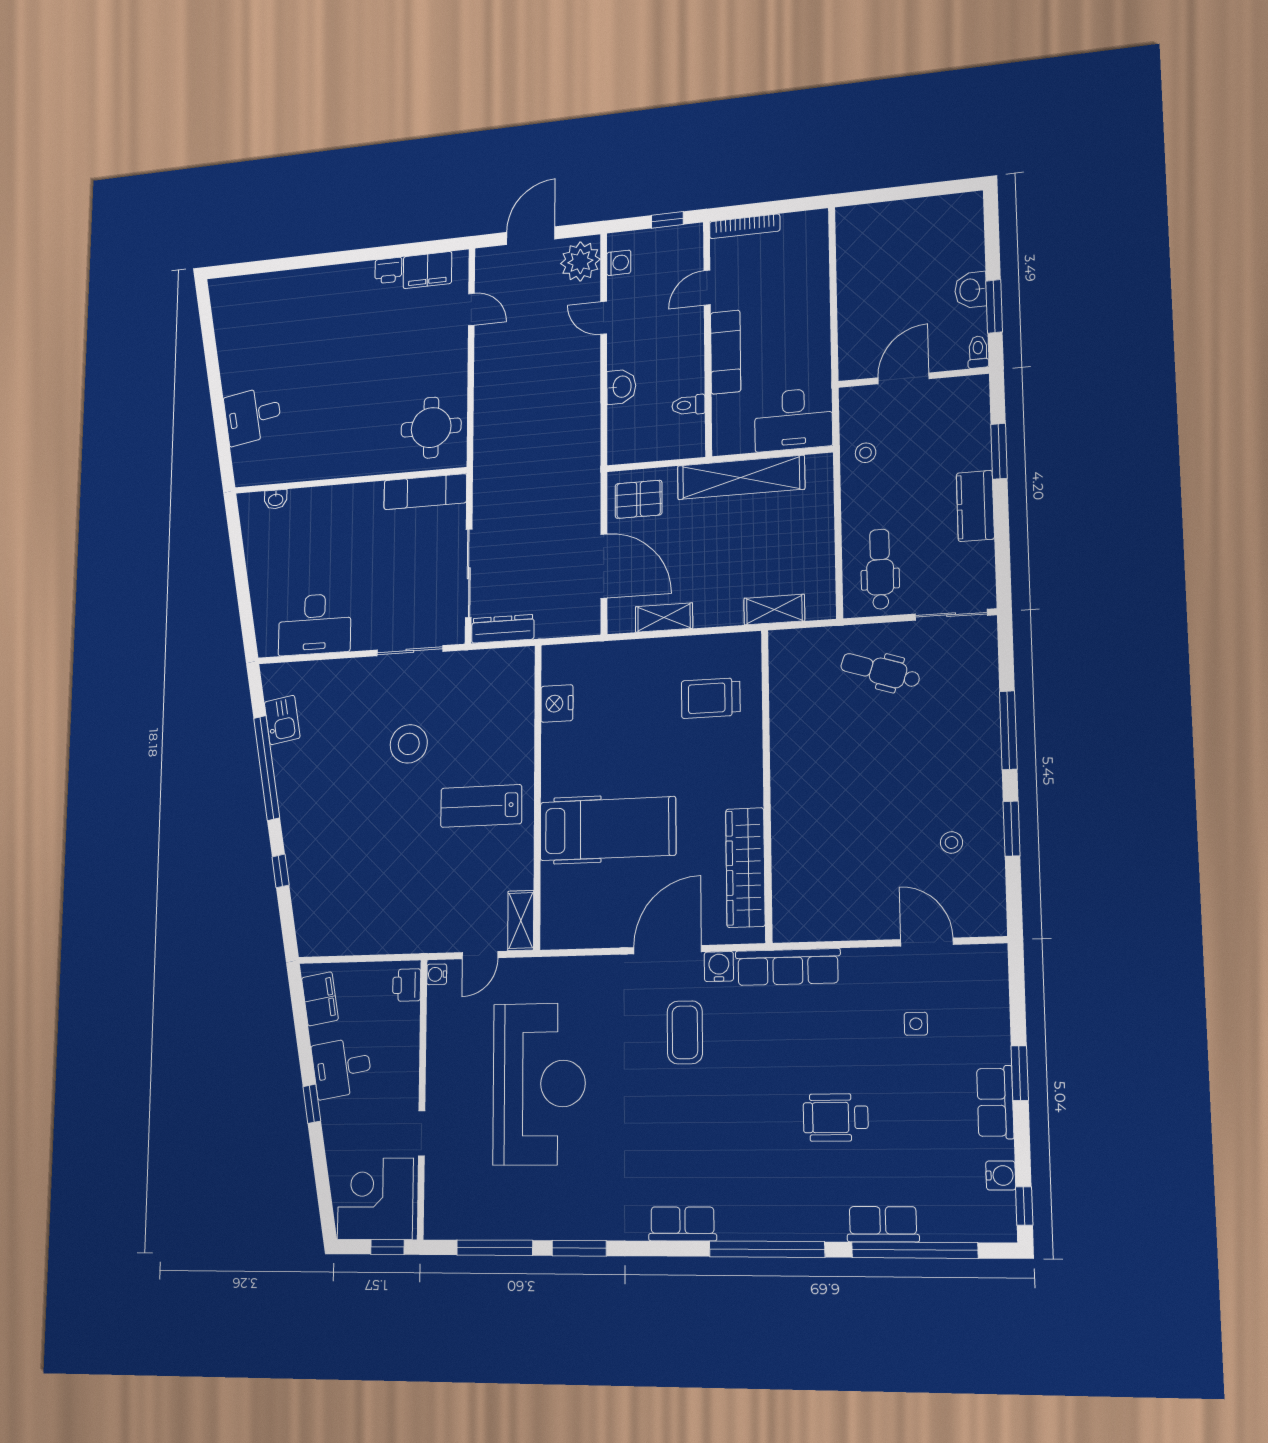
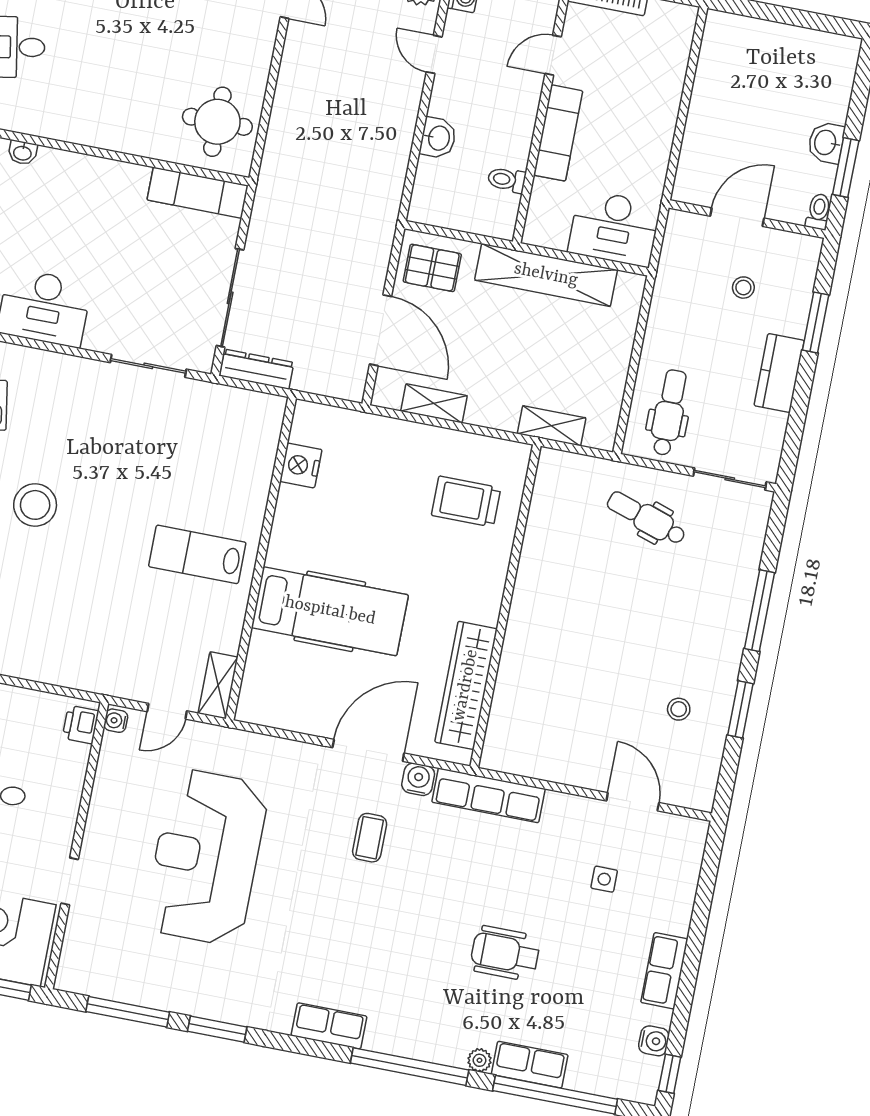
stool: (866, 453) -> (743, 288), moved
stool: (409, 744) -> (35, 505), moved
coffee table: (685, 1032) -> (370, 838), width x0.73, depth x0.77
window: (1020, 1073) -> (694, 948), removed
reception desk: (539, 1084) -> (206, 857), turned 180
plant: (833, 1230) -> (479, 1060), added

